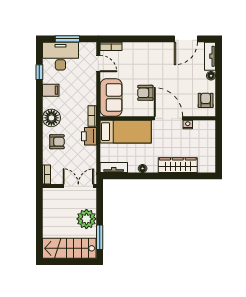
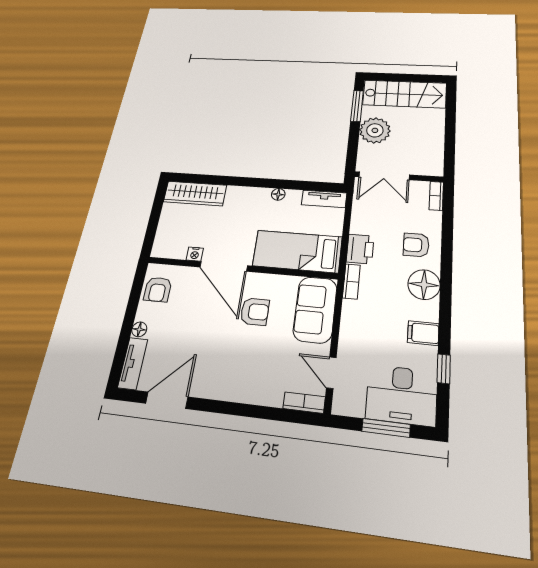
wardrobe: (178, 165) -> (195, 193), moved

